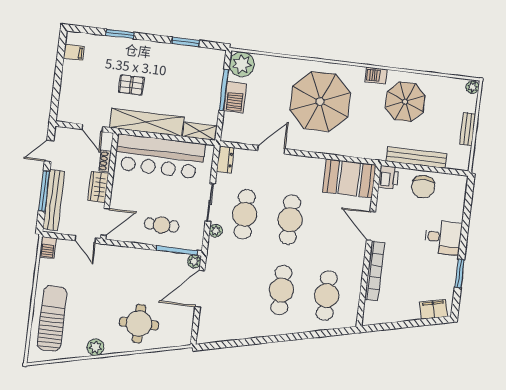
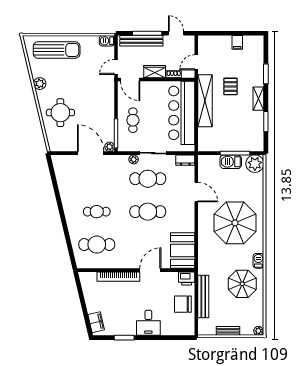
filing cabinet: (74, 52) -> (237, 42), moved
shelving: (200, 131) -> (258, 99), moved
cafe table: (281, 290) -> (97, 212), width x0.73, depth x0.74

